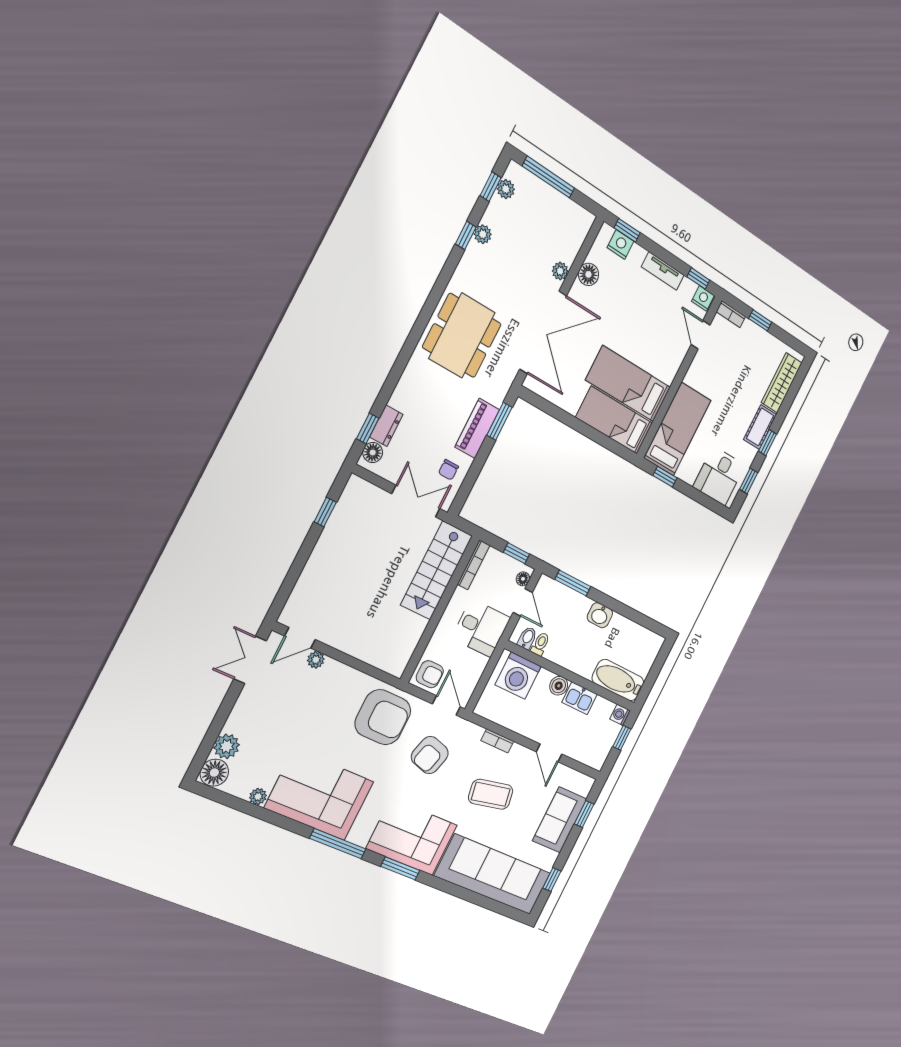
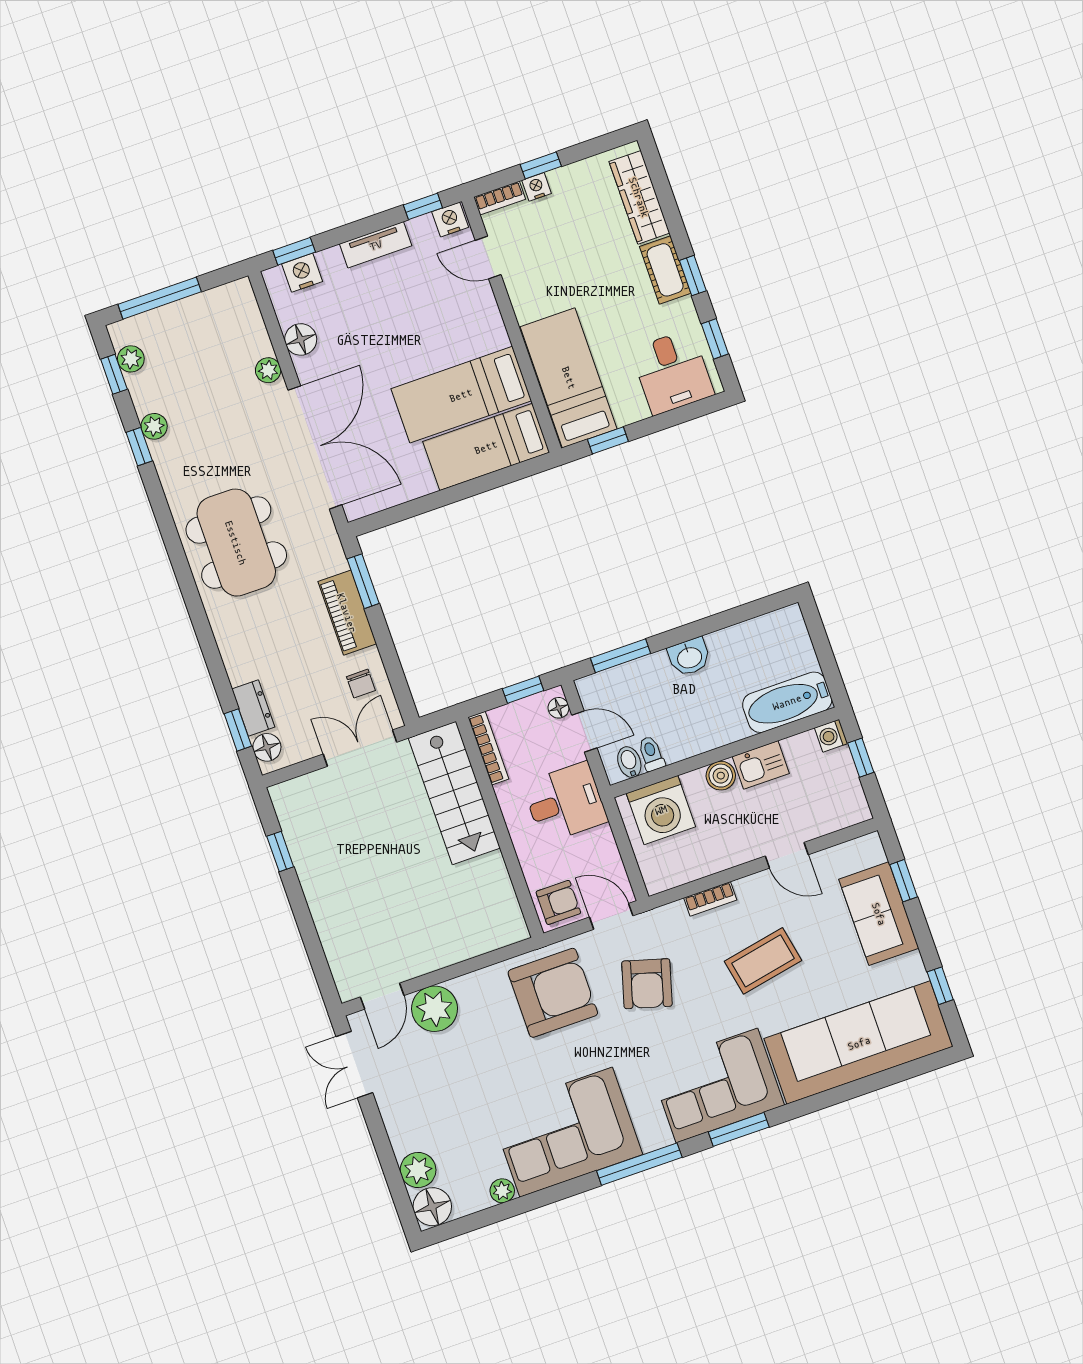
nightstand: (749, 328) -> (537, 187), added
plant: (316, 660) -> (435, 1009), width x1.87, depth x1.87

